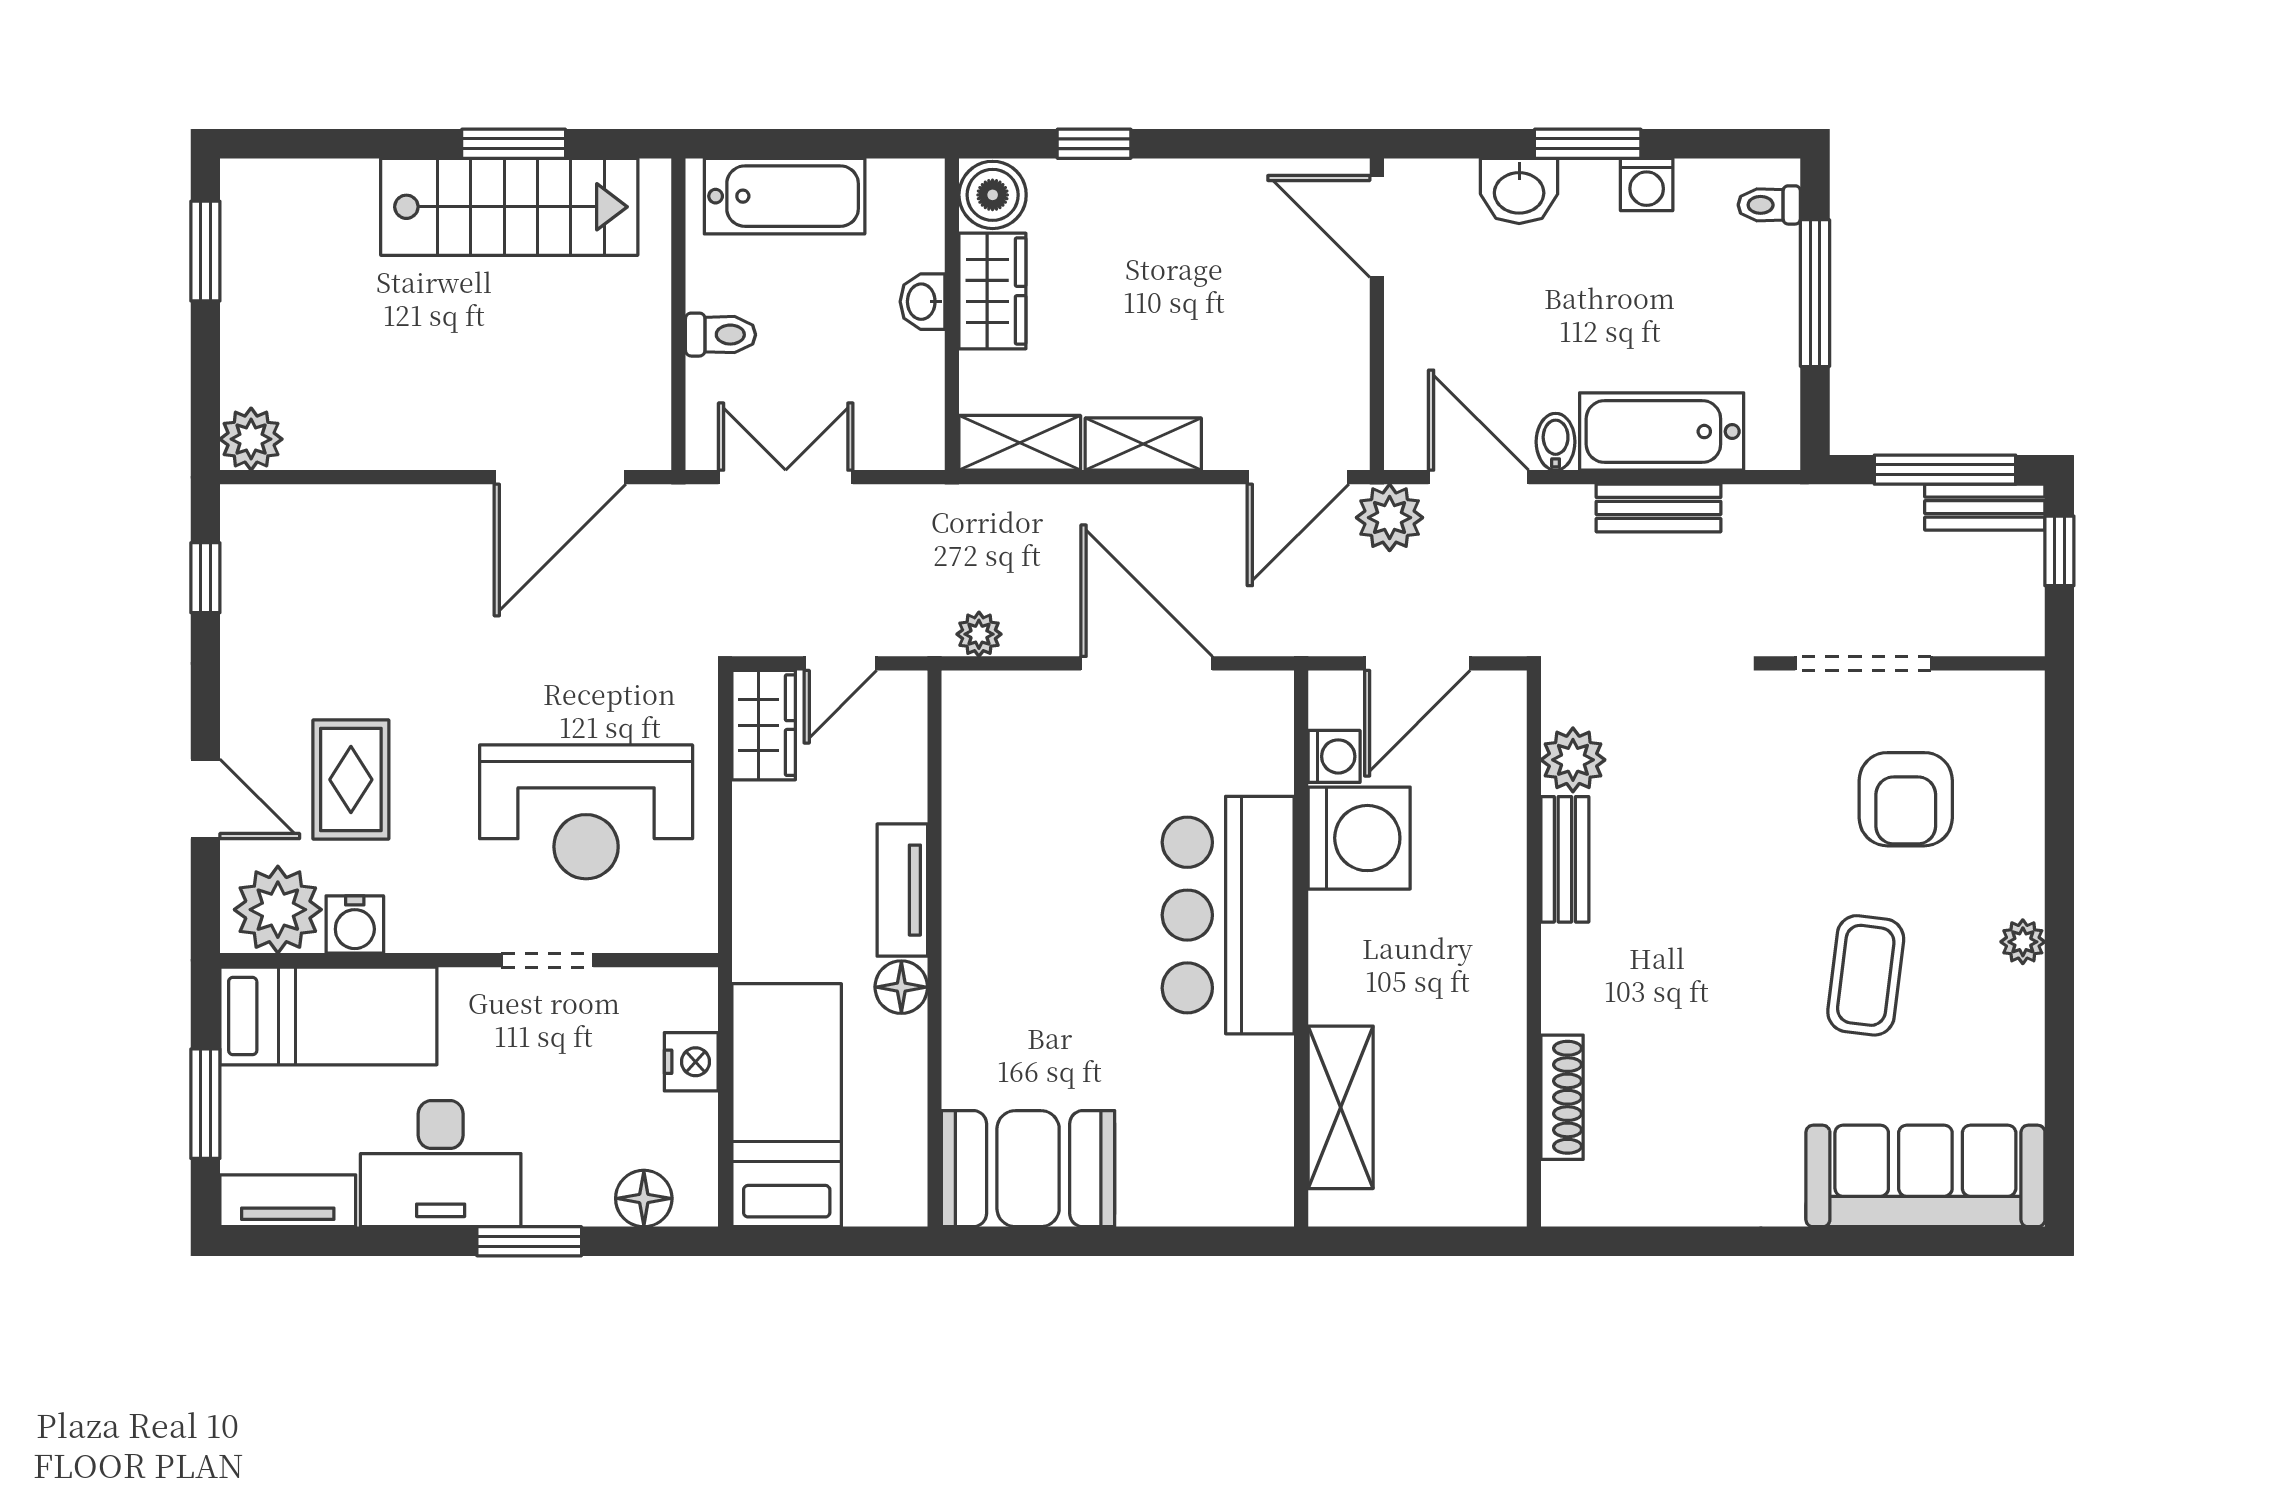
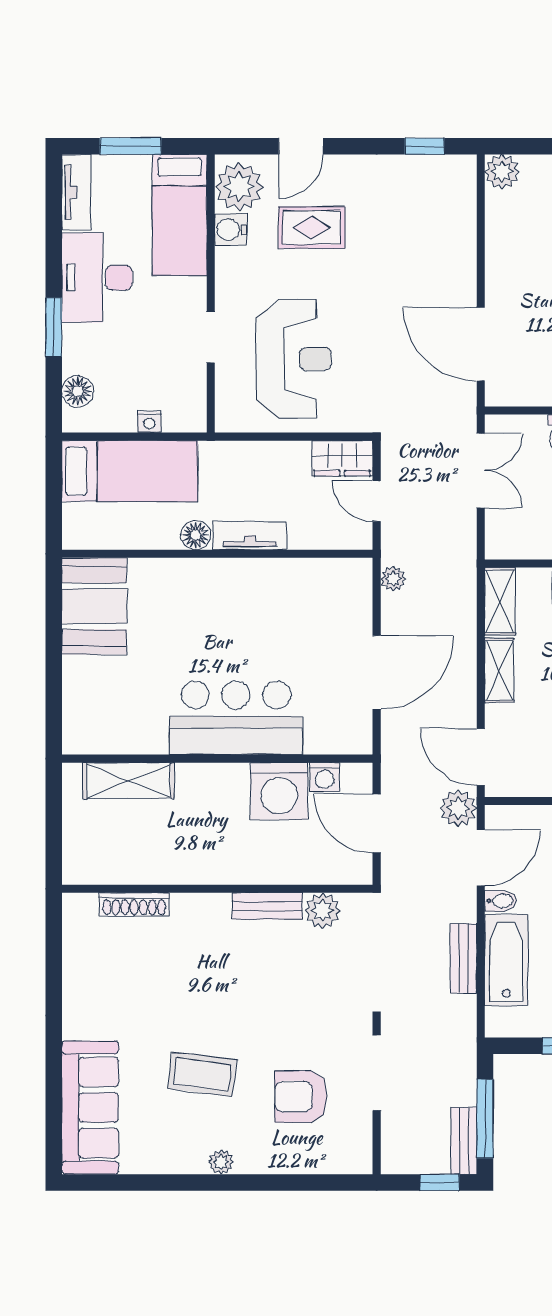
reception desk: (586, 812) -> (294, 359), turned 180
nightstand: (691, 1062) -> (149, 422), width x0.72, depth x0.74

